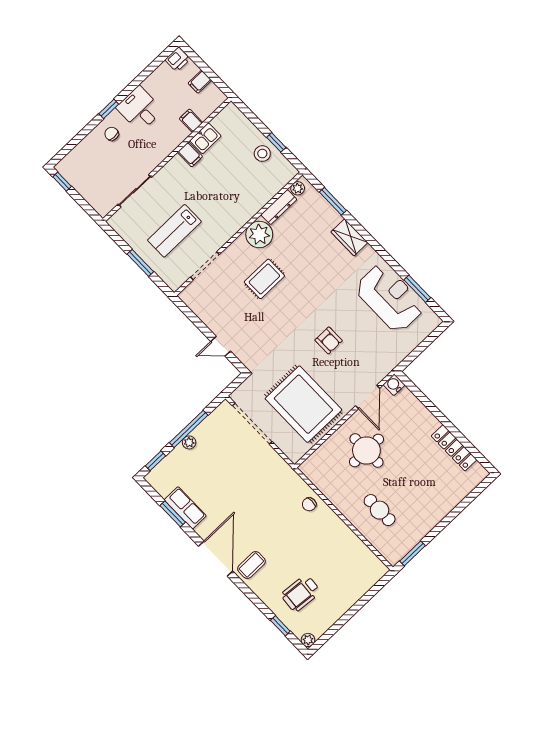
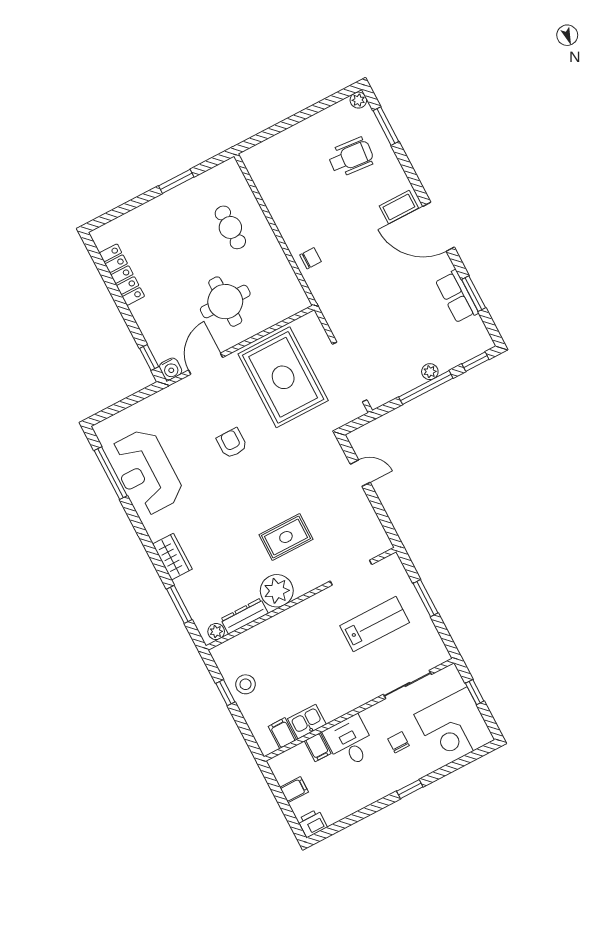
desk: (140, 109) -> (350, 742), moved, turned 180
chair: (112, 134) -> (399, 742), moved, turned 180
filing cabinet: (190, 154) -> (282, 733), moved
corner desk: (88, 168) -> (454, 727), added
window: (62, 182) -> (475, 692), moved
window: (417, 289) -> (111, 473), width x1.44
window: (414, 389) -> (149, 358), added
window: (413, 553) -> (176, 181), moved
door: (216, 559) -> (439, 227), hinge flipped
window: (280, 626) -> (386, 126), width x1.50

